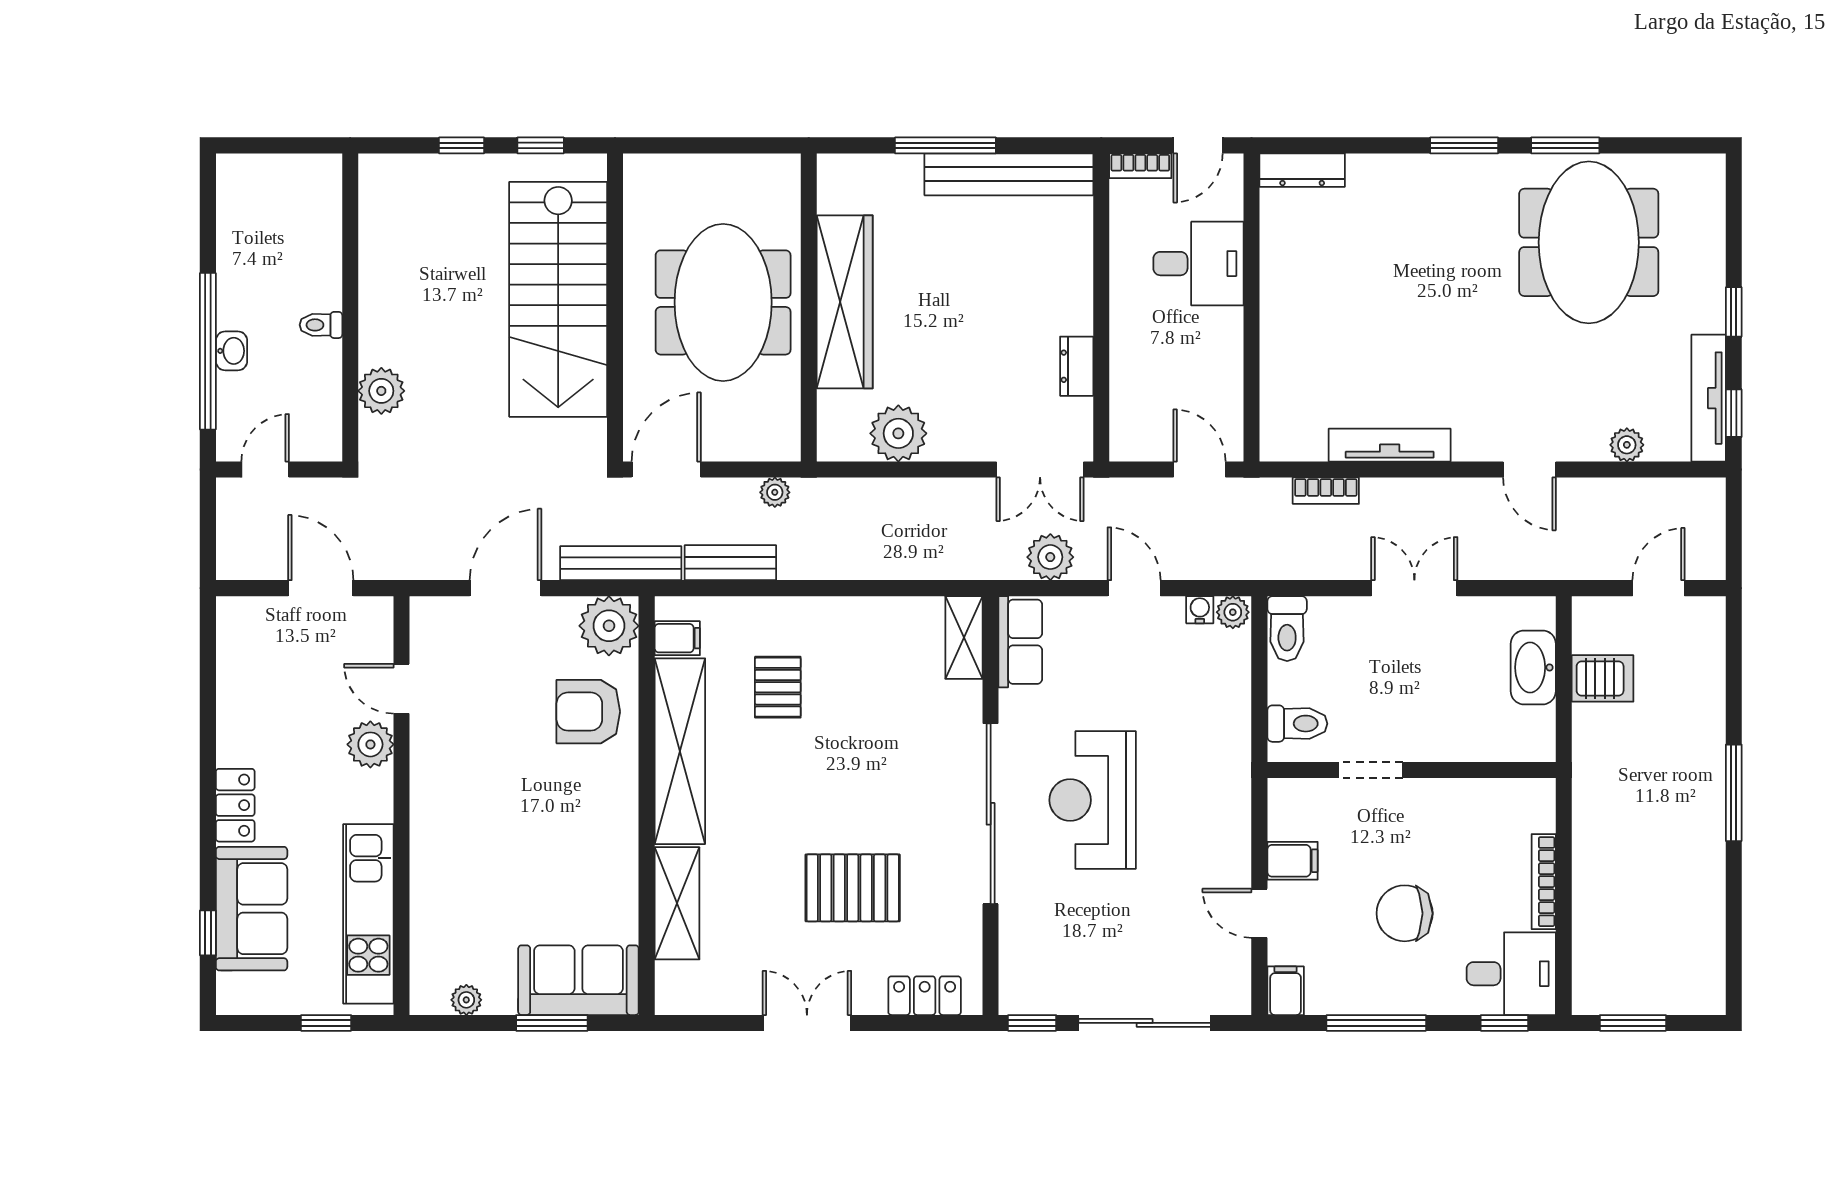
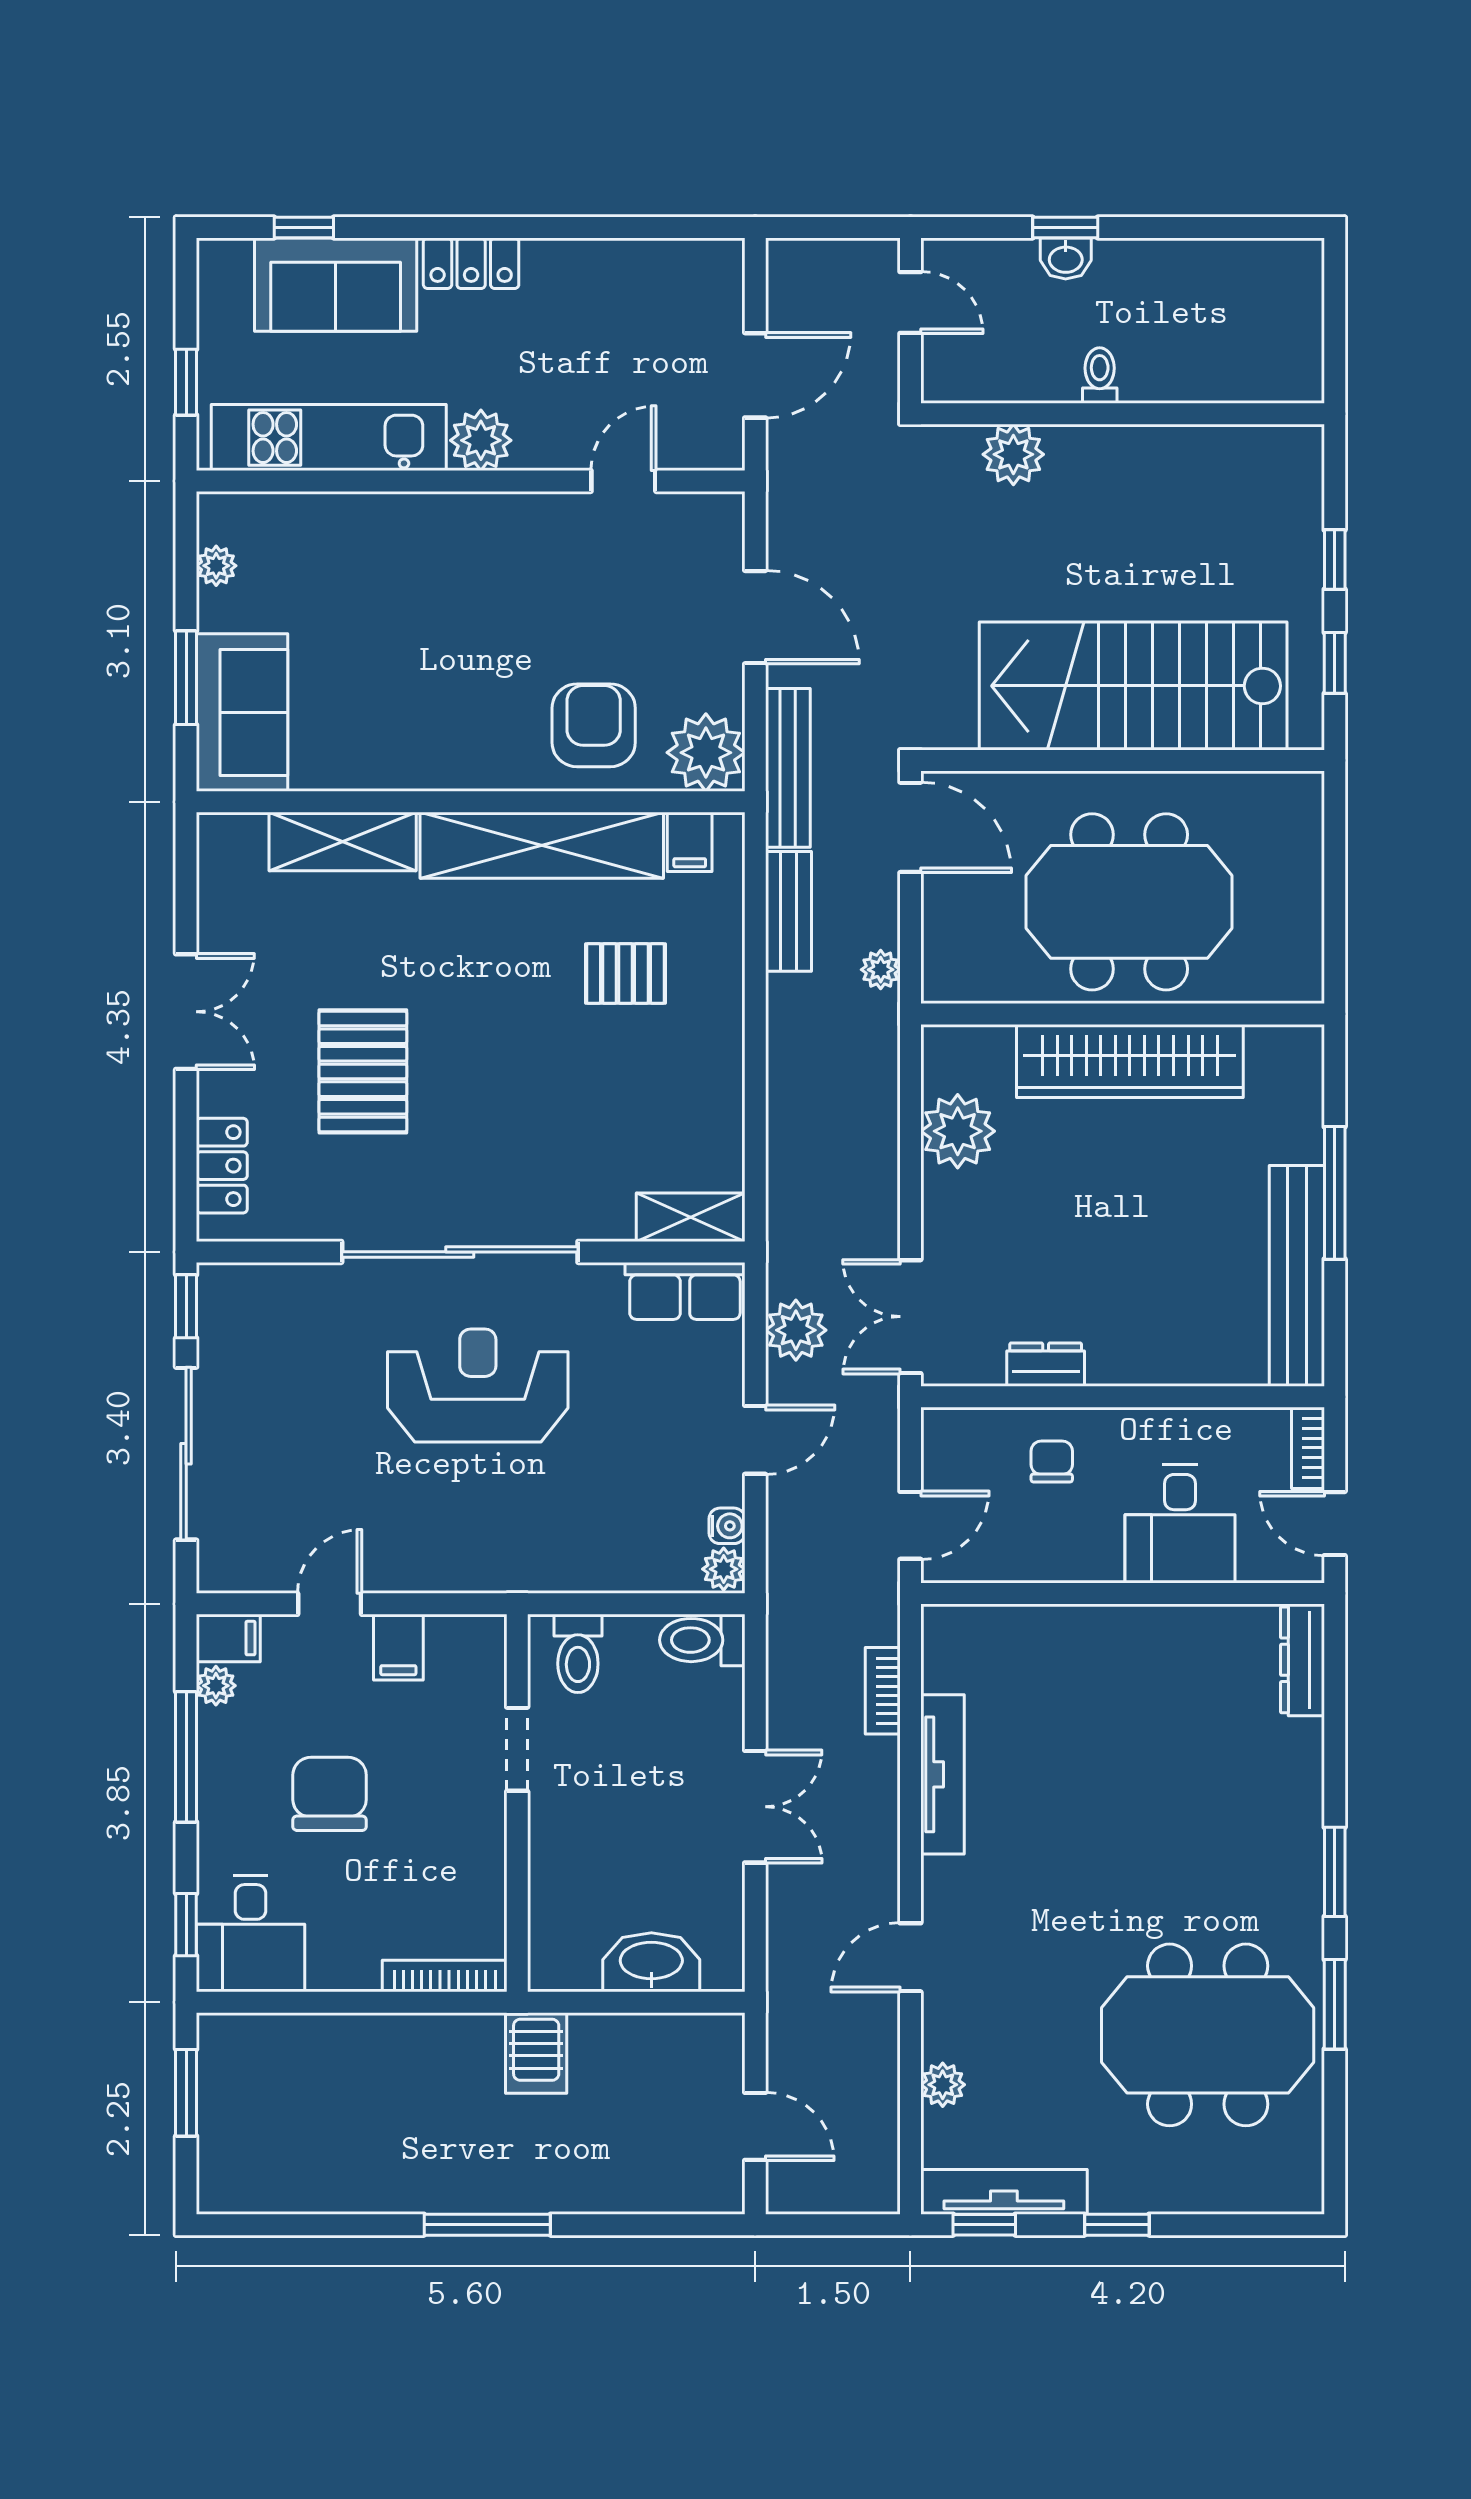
window: (208, 351) -> (1065, 227), width x0.32
chair: (1151, 362) -> (1052, 1462), added
server rack: (1603, 678) -> (536, 2053), moved
plant: (370, 744) -> (481, 440), moved
bookcase: (1544, 882) -> (445, 1976), moved
plant: (1322, 1000) -> (216, 1686), added

